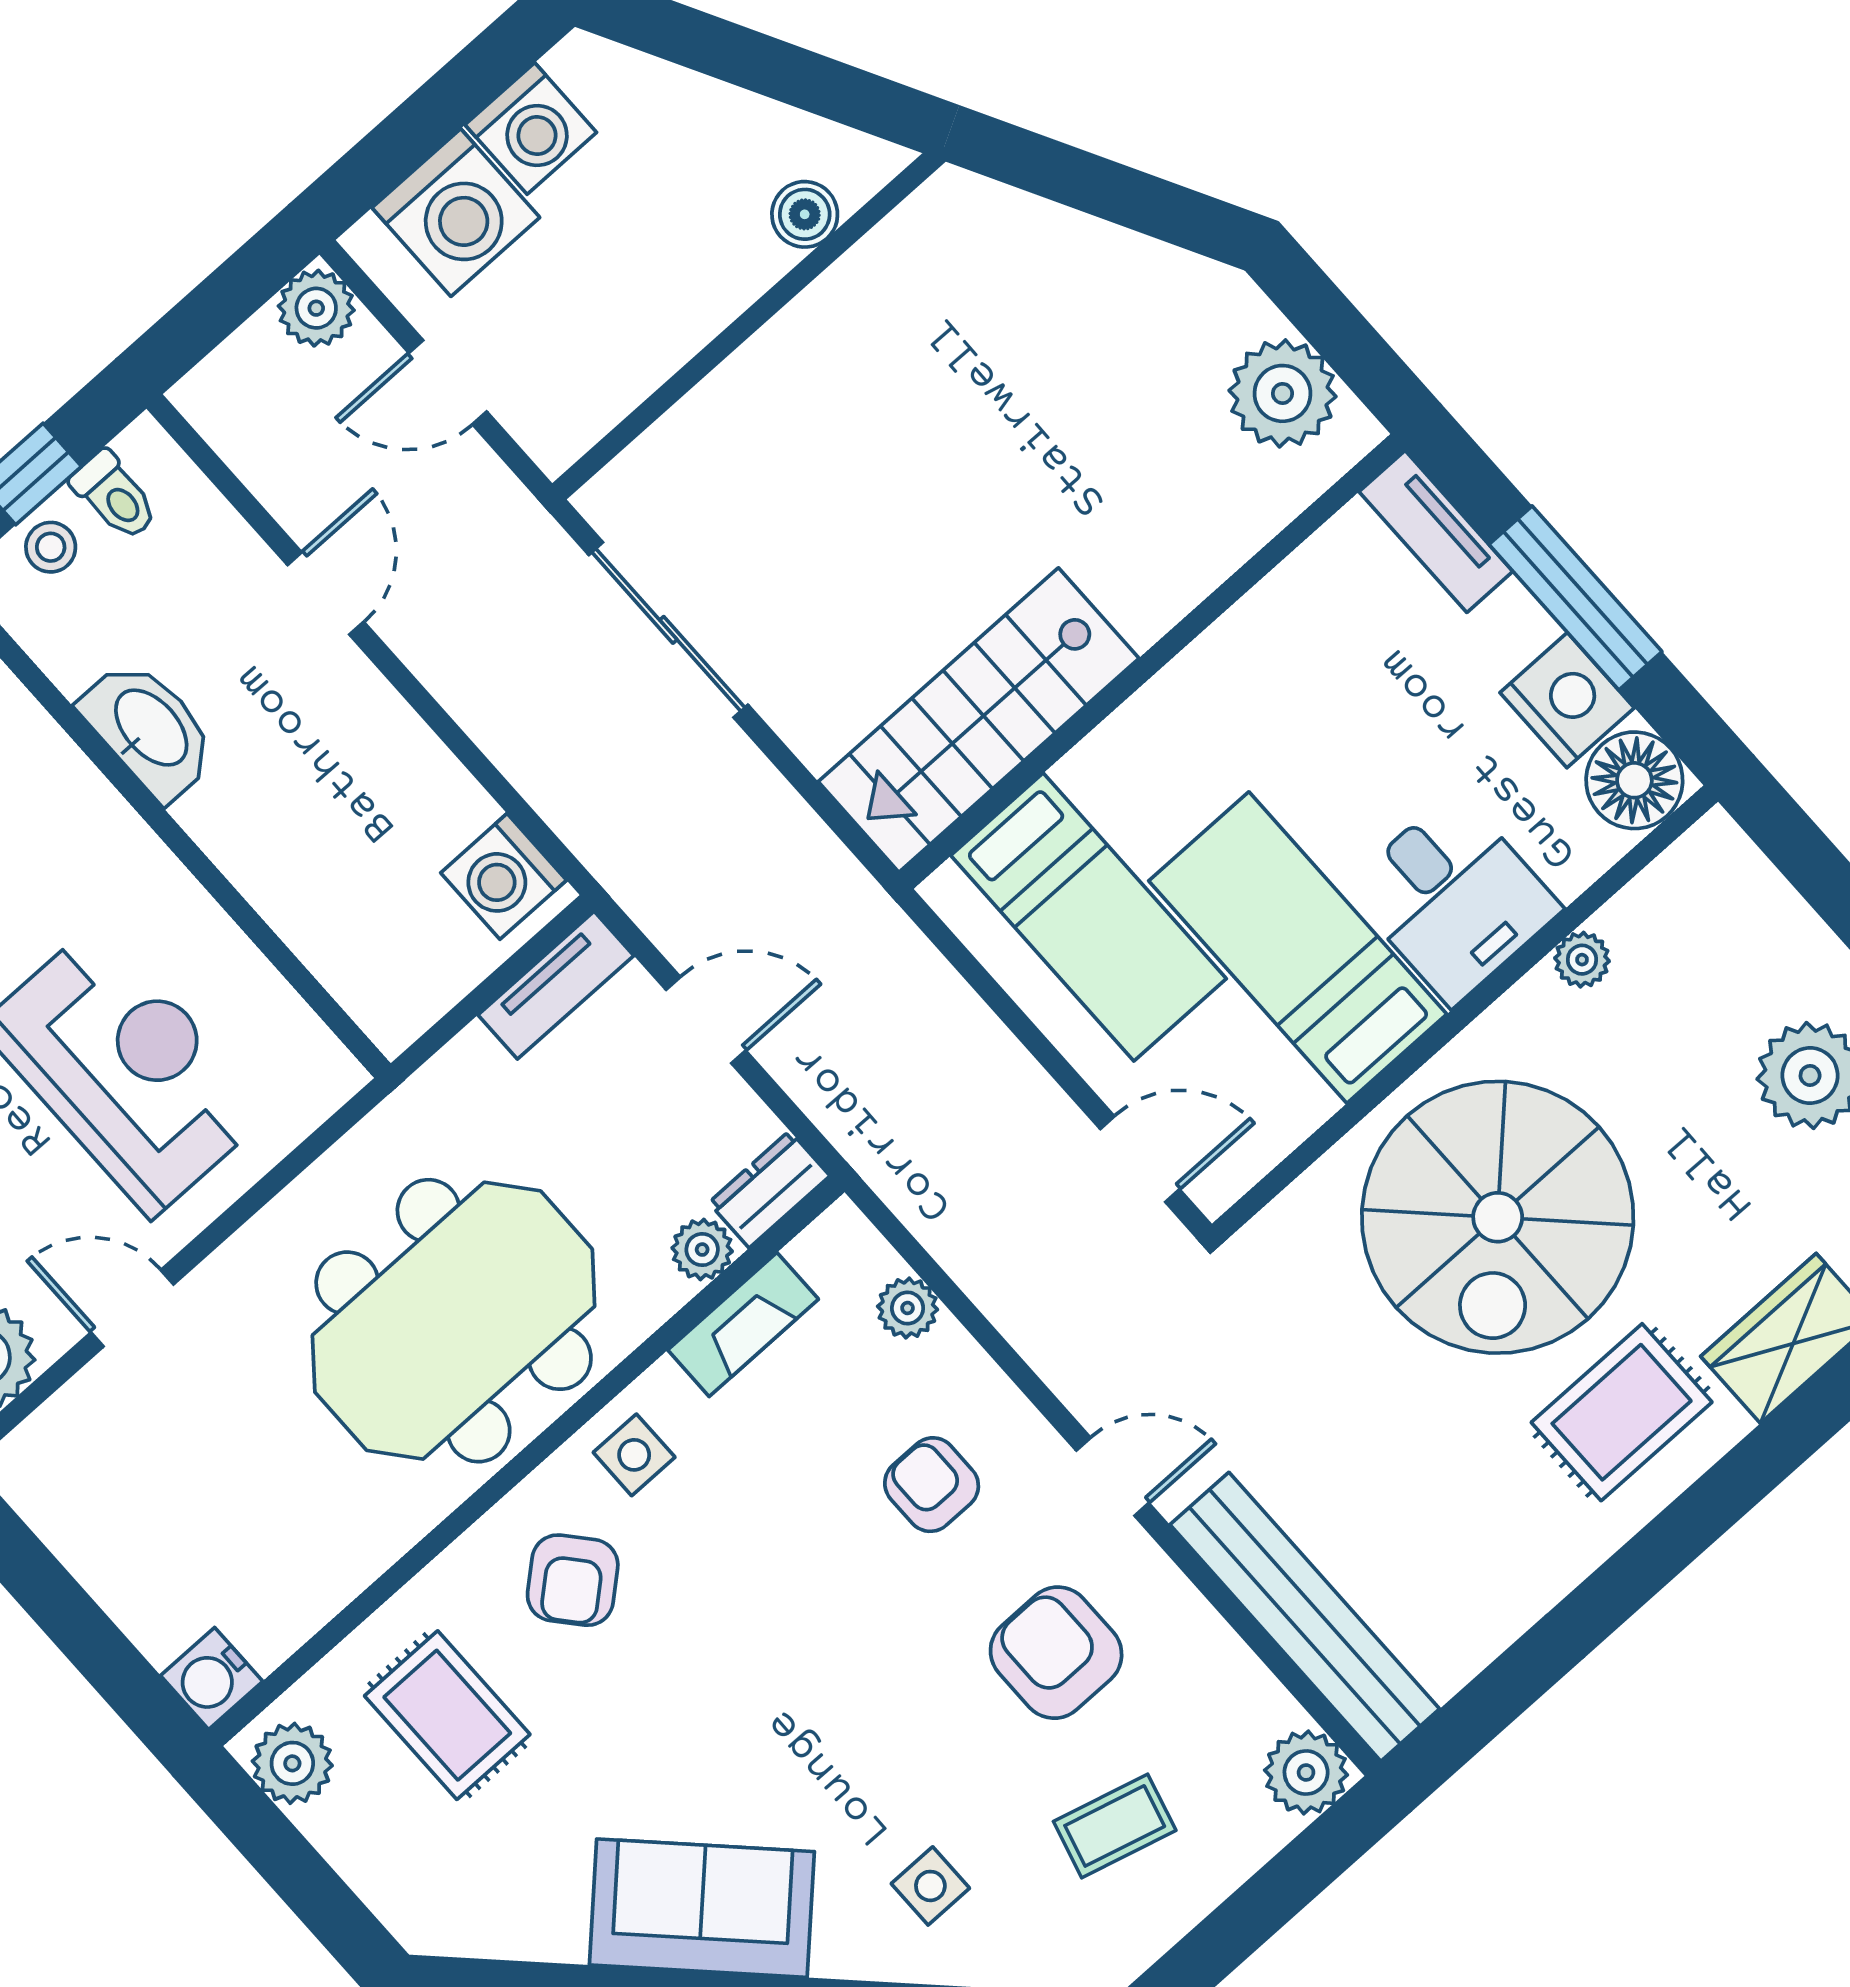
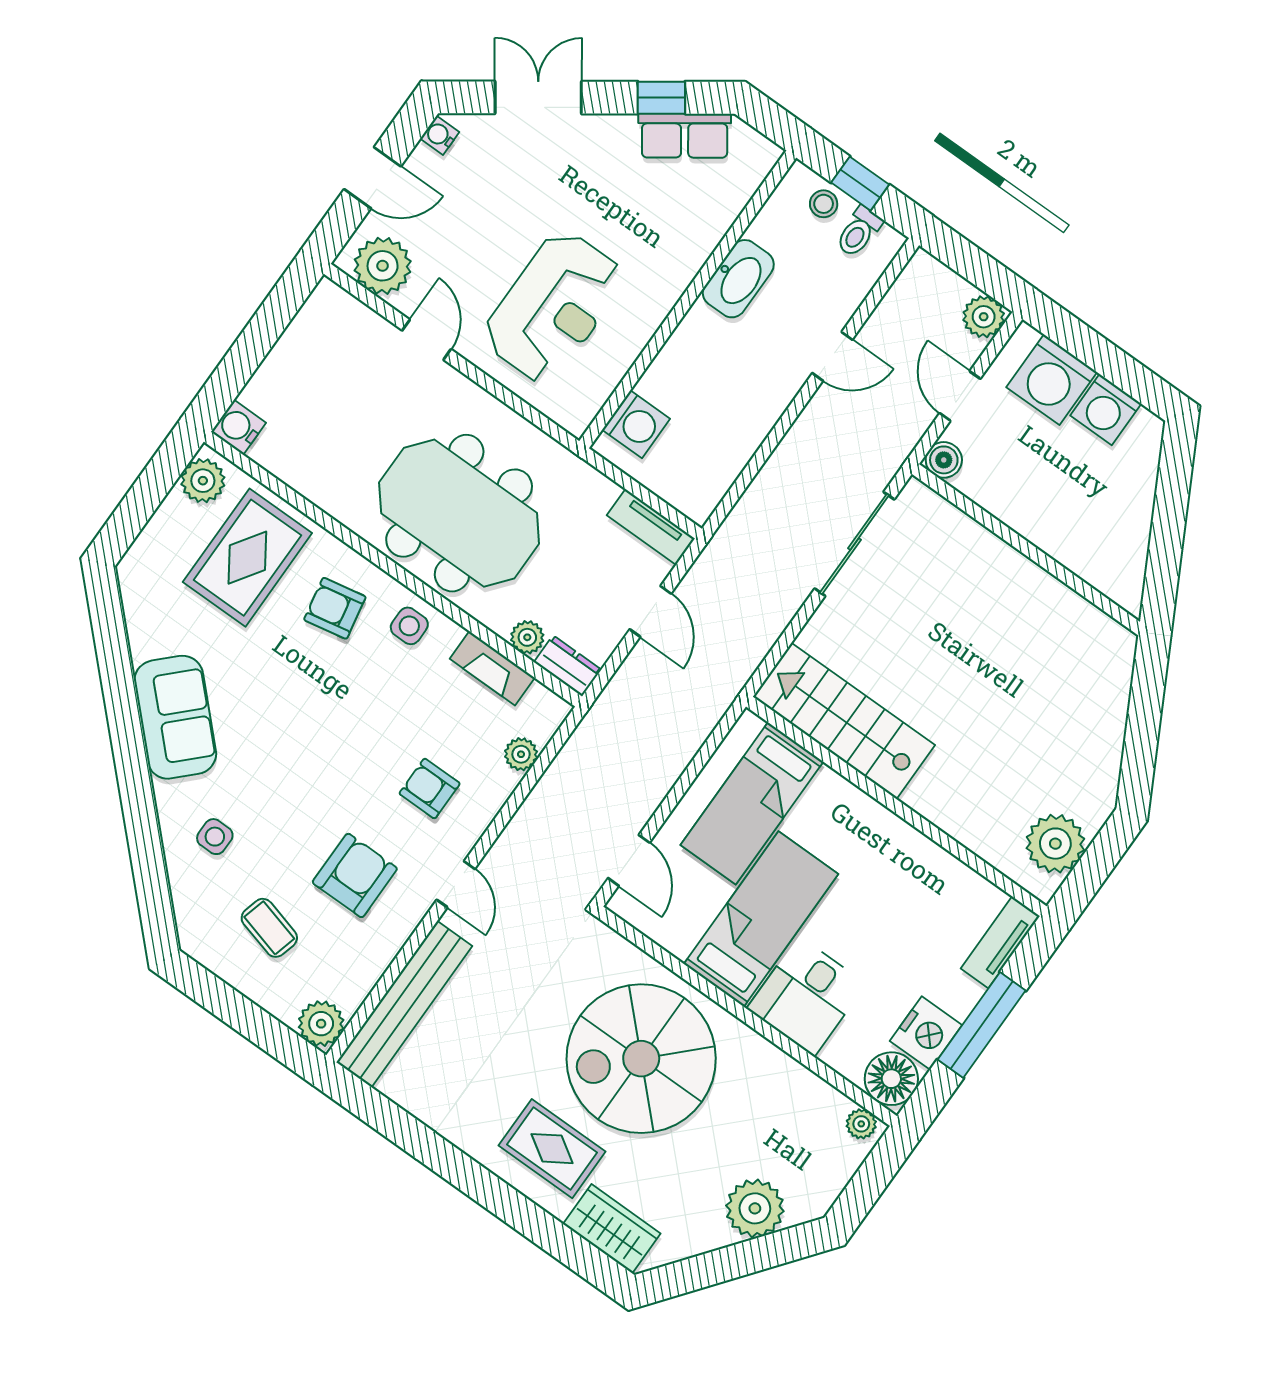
boiler: (805, 214) -> (944, 460), moved
washing machine: (504, 876) -> (636, 424), moved, turned 180
plant: (1582, 960) -> (861, 1124), moved
armchair: (932, 1485) -> (430, 788), turned -90
armchair: (573, 1580) -> (335, 608), turned 30
rug: (447, 1715) -> (247, 558), width x1.36, depth x1.43

